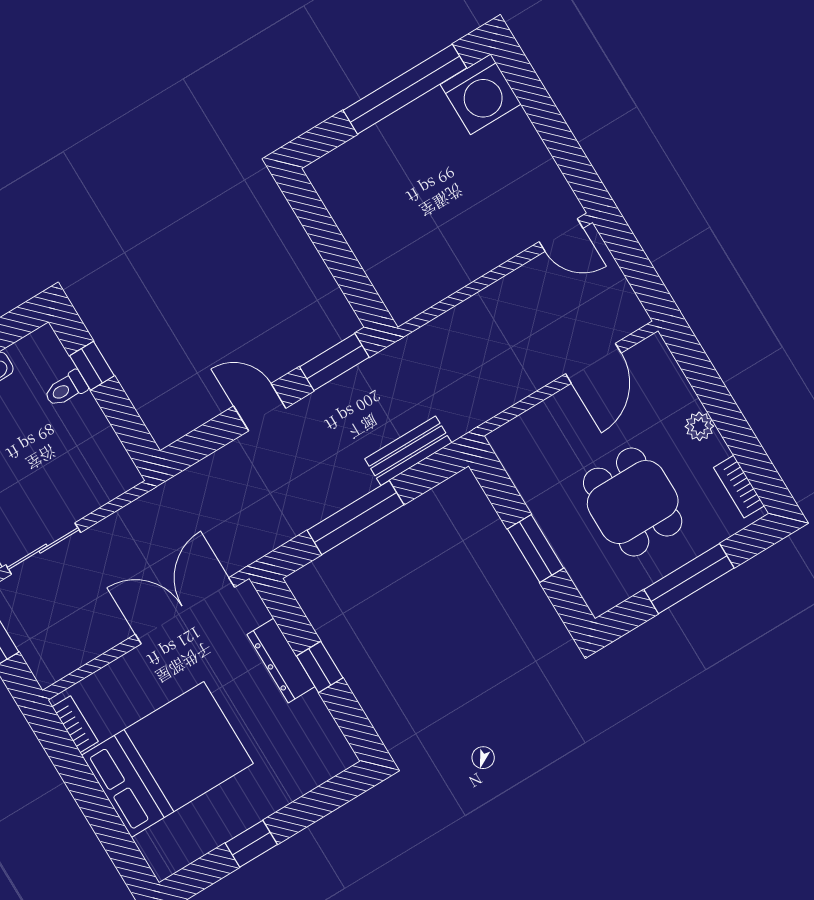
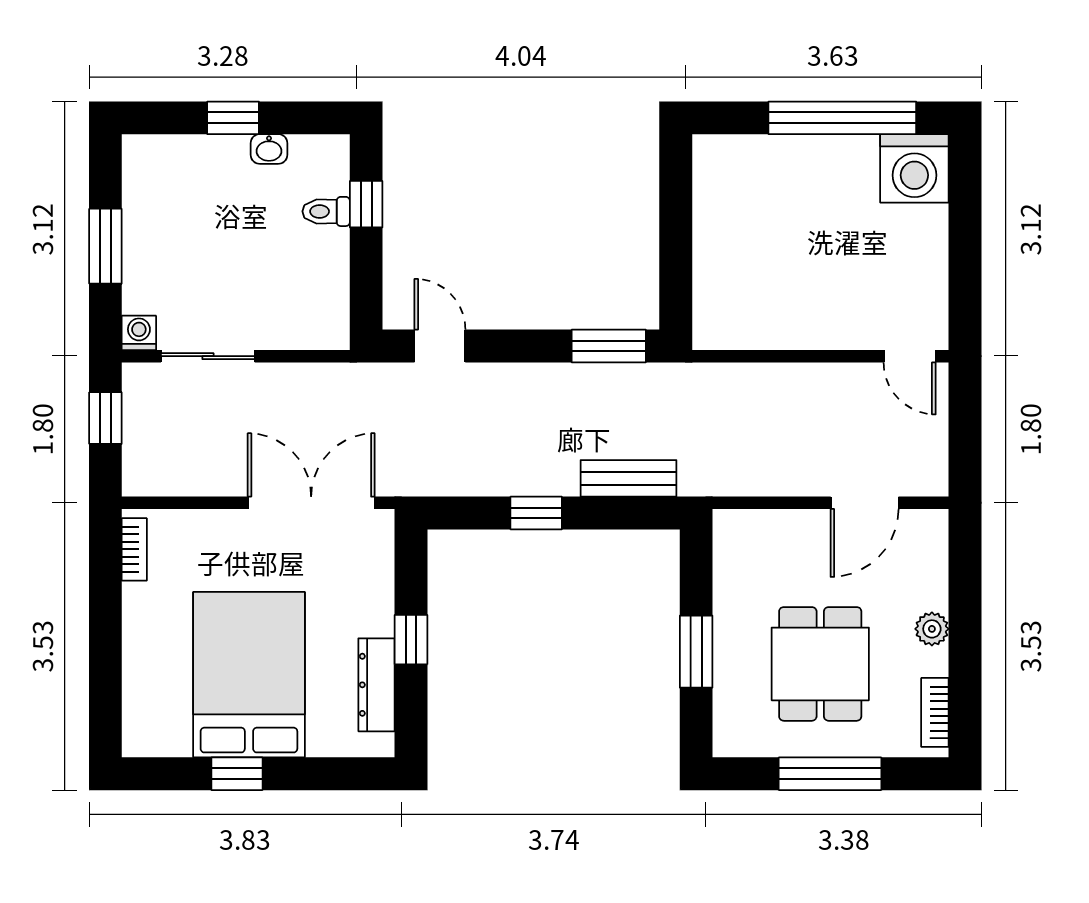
door: (260, 407) -> (440, 346), moved
window: (356, 518) -> (536, 513), width x0.46
dresser: (281, 661) -> (376, 685), moved
bed: (167, 759) -> (249, 675), moved, turned -90

